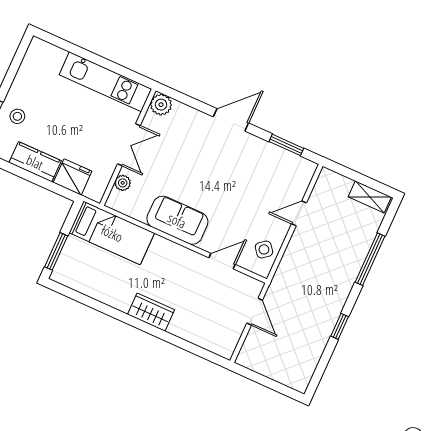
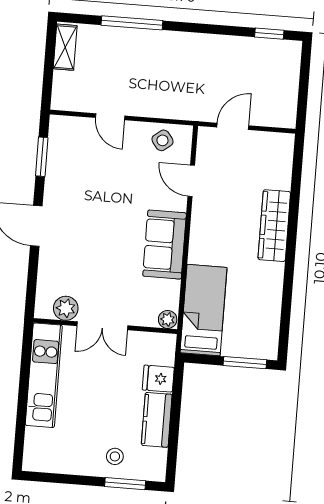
plant: (161, 105) -> (66, 308), moved
double door: (129, 145) -> (102, 326), swing flipped
fridge: (73, 177) -> (158, 379), width x0.72
plant: (123, 183) -> (168, 319), moved
wardrobe: (151, 312) -> (274, 226), width x1.50
window: (340, 326) -> (269, 34), moved

